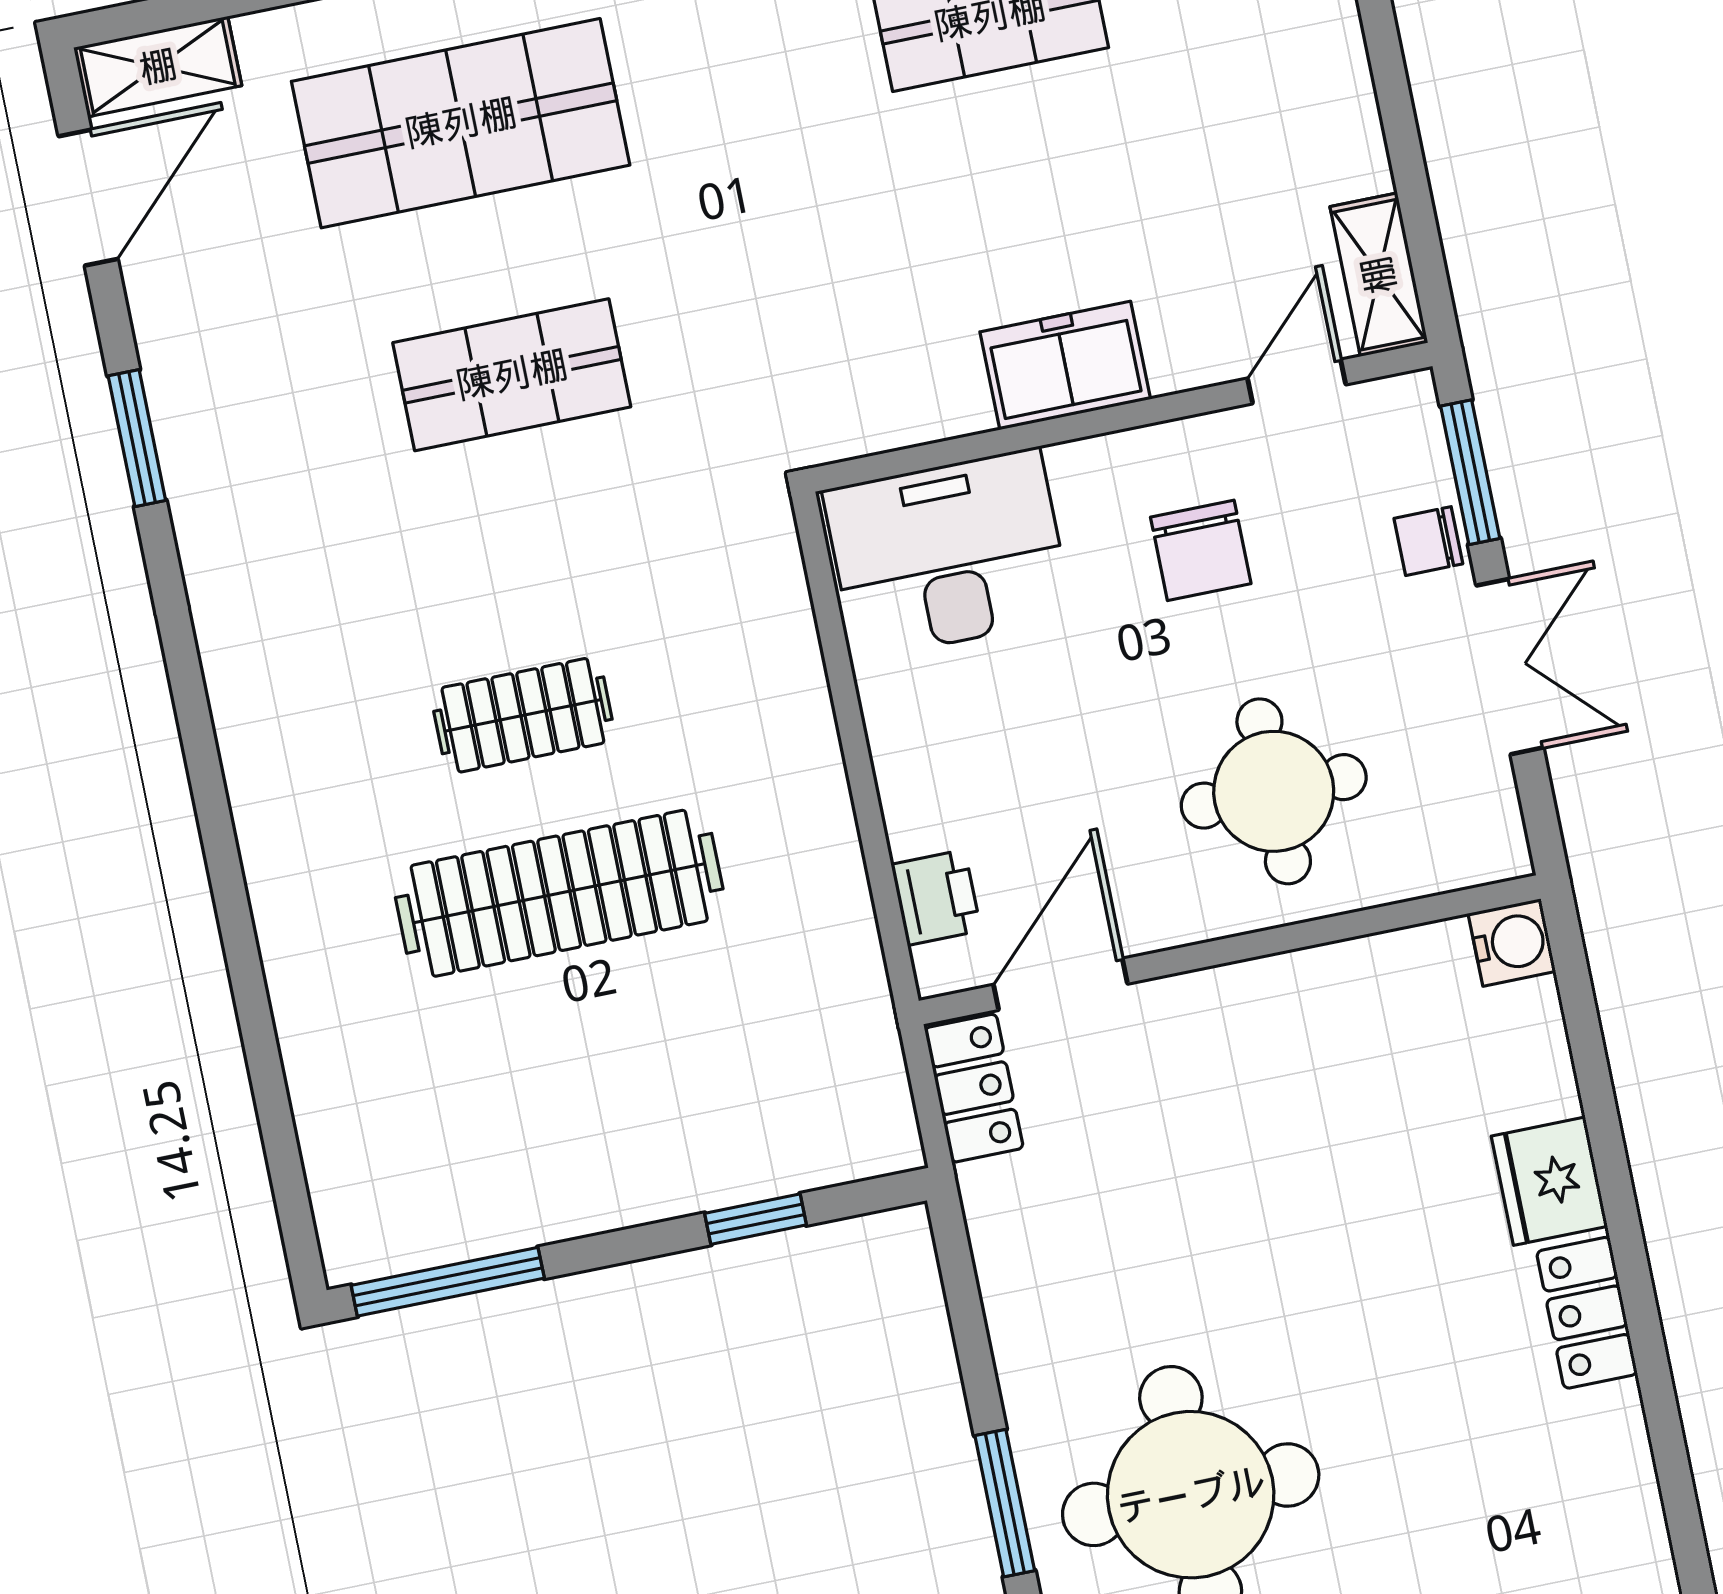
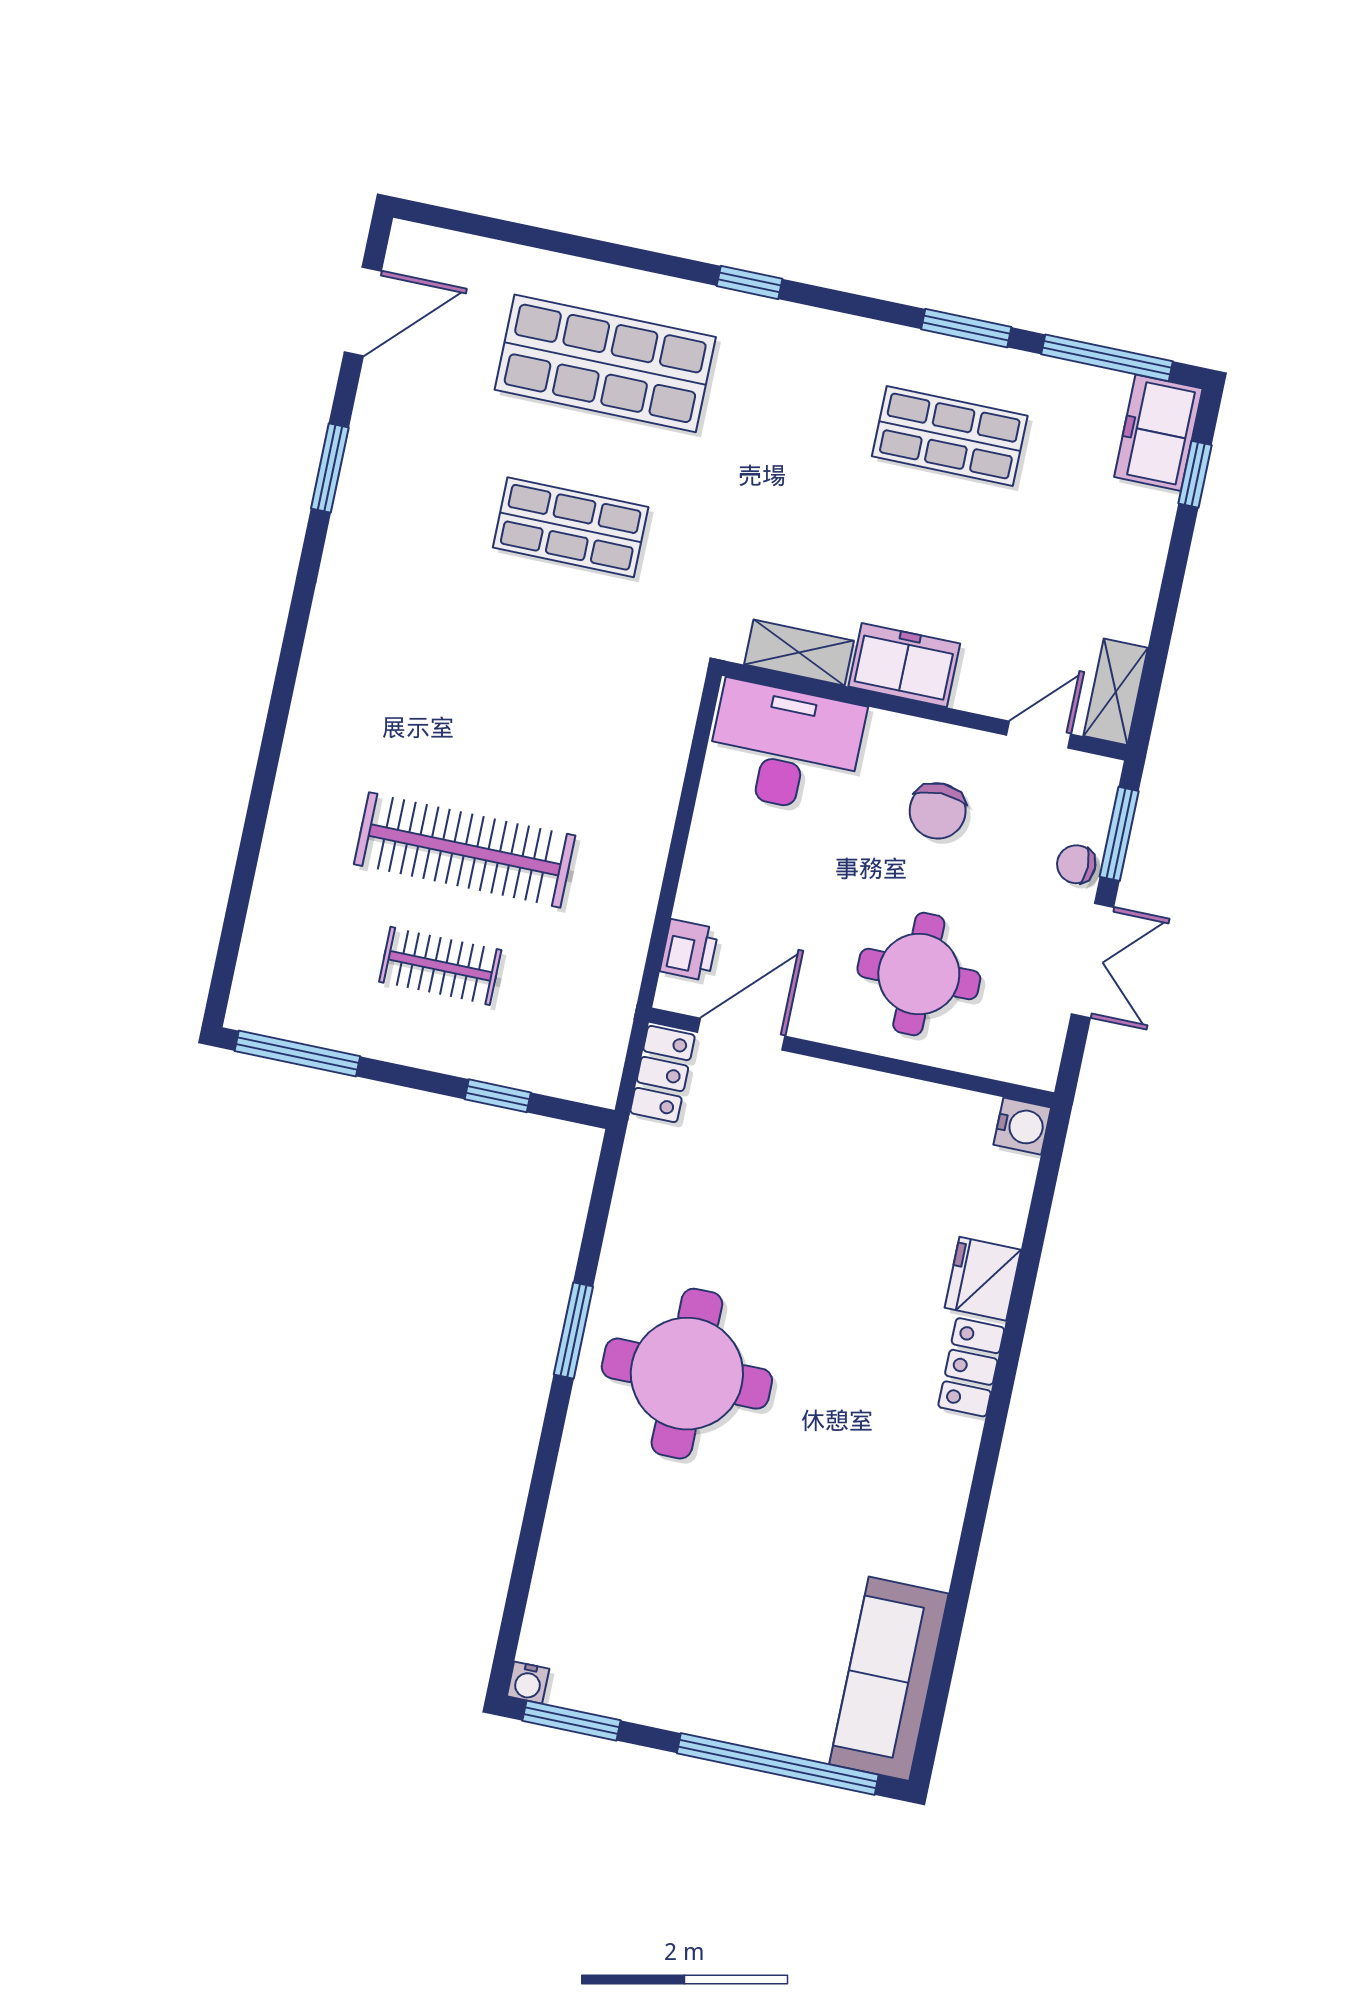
shelving: (158, 67) -> (799, 653), moved
clothes rail: (523, 715) -> (440, 966), moved

